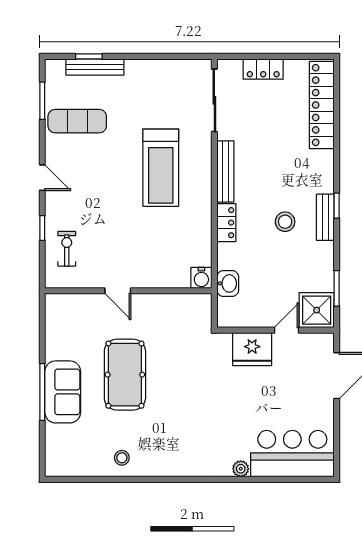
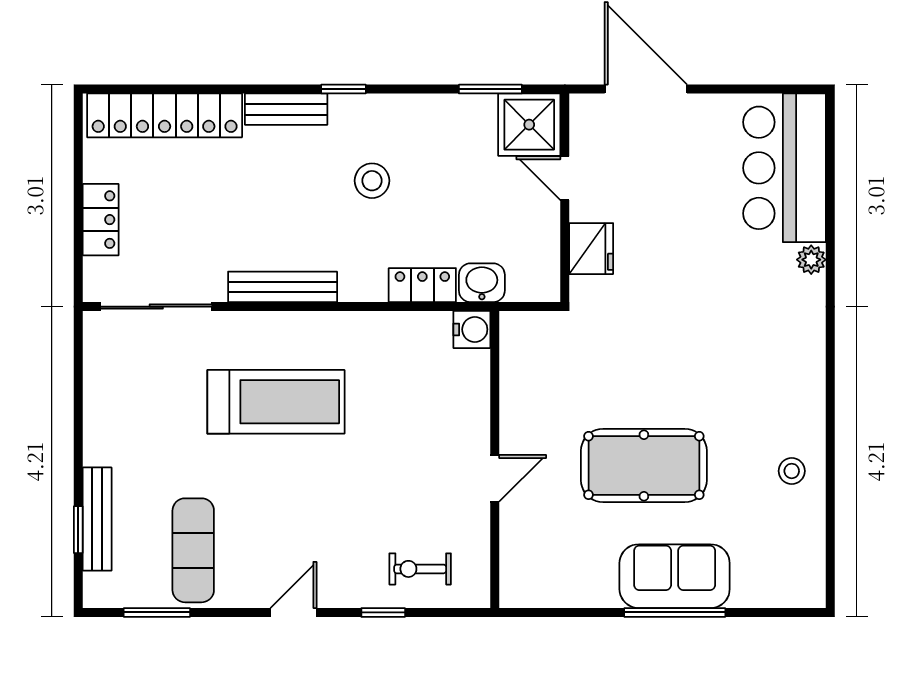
bench: (325, 217) -> (286, 109), moved
locker: (226, 223) -> (422, 285), moved
fridge: (252, 349) -> (591, 249), width x0.73, depth x0.75

